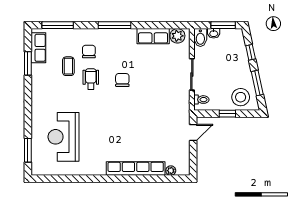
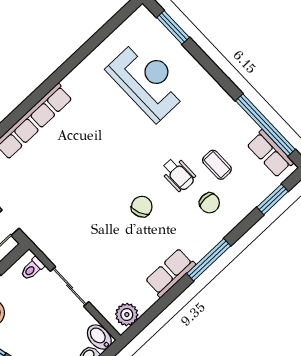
window: (58, 25) -> (273, 199), width x0.69
row of seats: (153, 36) -> (170, 273), moved
window: (28, 63) -> (265, 125), width x2.11
chair: (122, 80) -> (142, 207), turned -113

